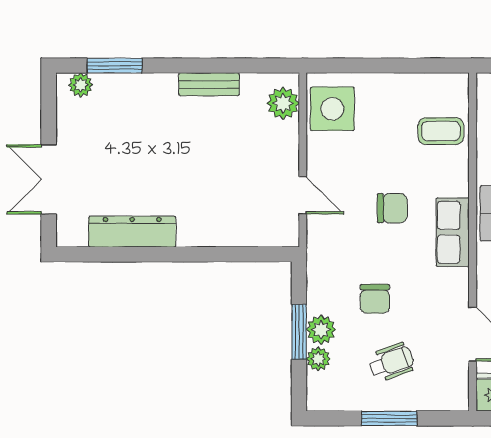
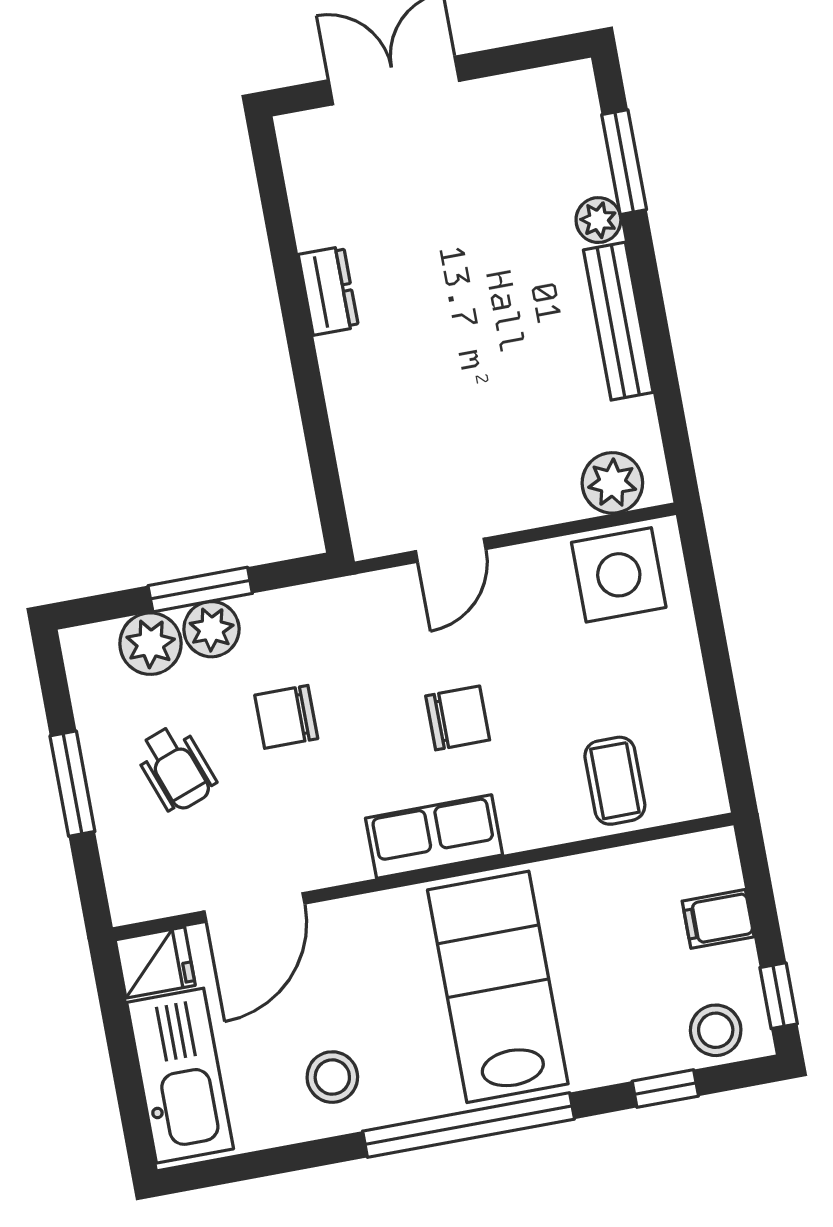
bench: (209, 84) -> (618, 321), width x1.36
plant: (81, 85) -> (598, 220), moved
chair: (392, 208) -> (458, 718), turned -90
dresser: (132, 232) -> (328, 291), width x0.51, depth x0.80
plant: (318, 359) -> (150, 644), width x1.38, depth x1.38

